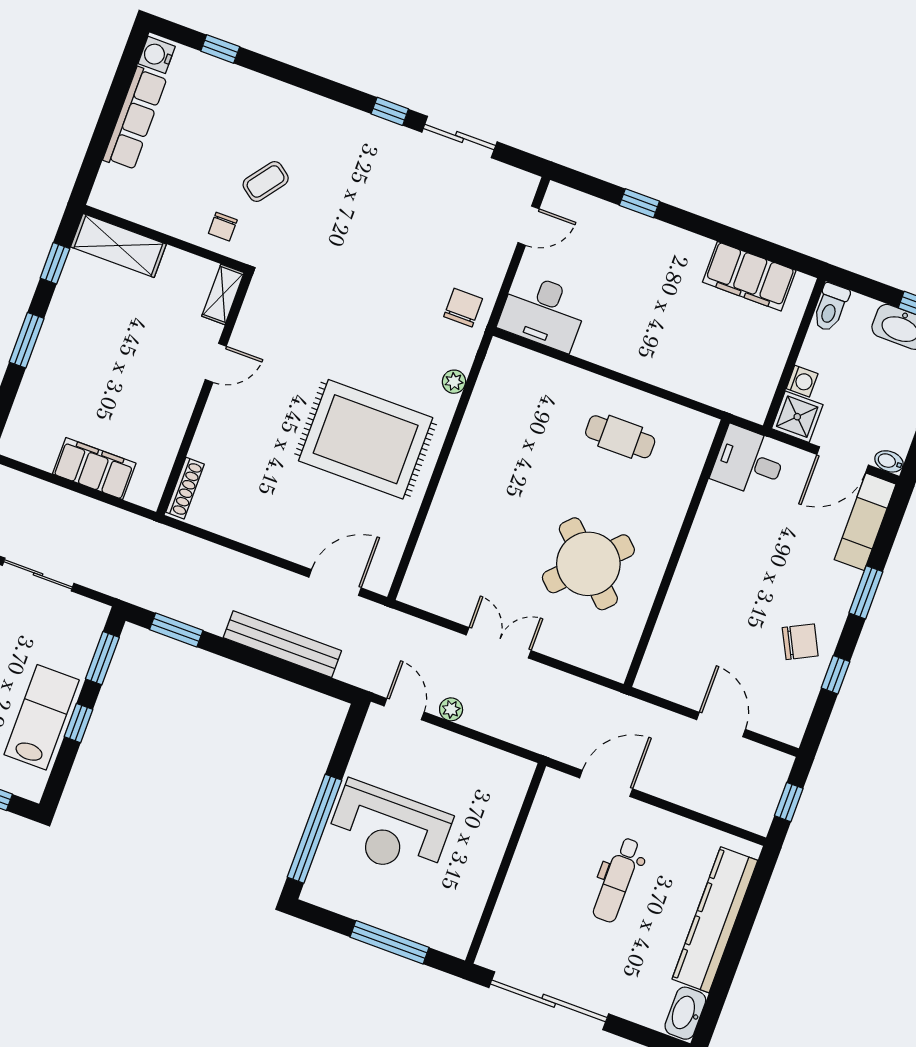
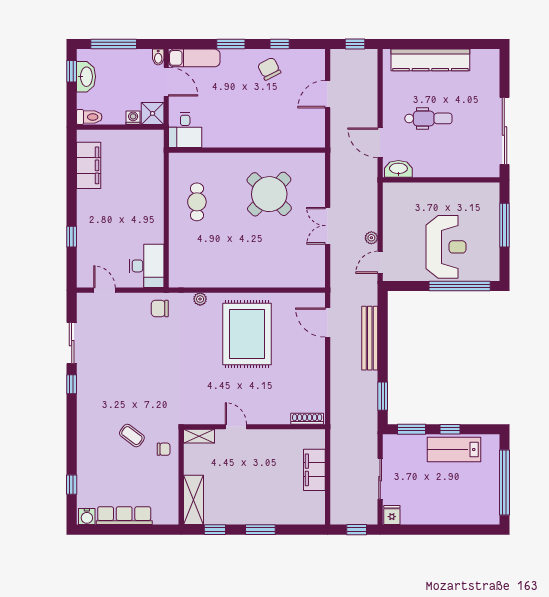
washbasin: (685, 1013) -> (398, 169), moved, turned 180

